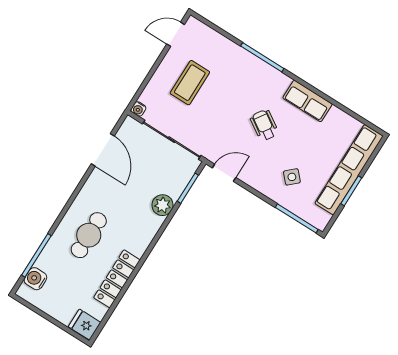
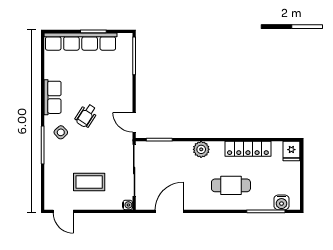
side table: (292, 177) -> (61, 132), moved
plant: (163, 205) -> (201, 149), moved

